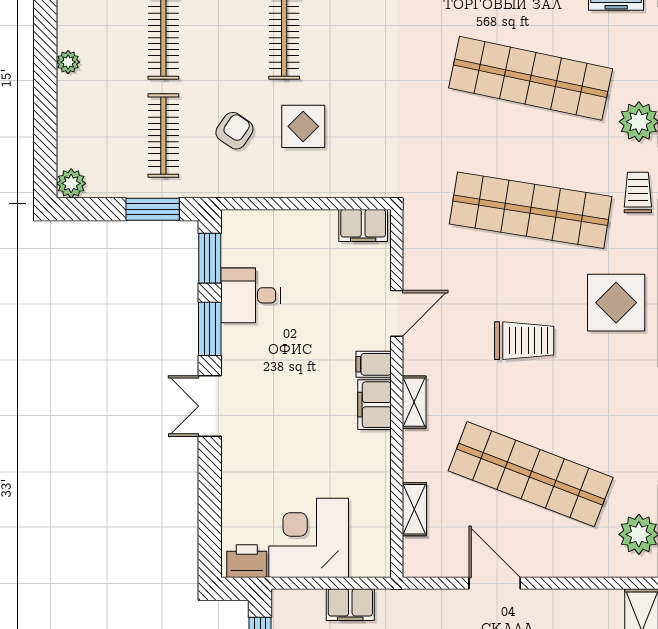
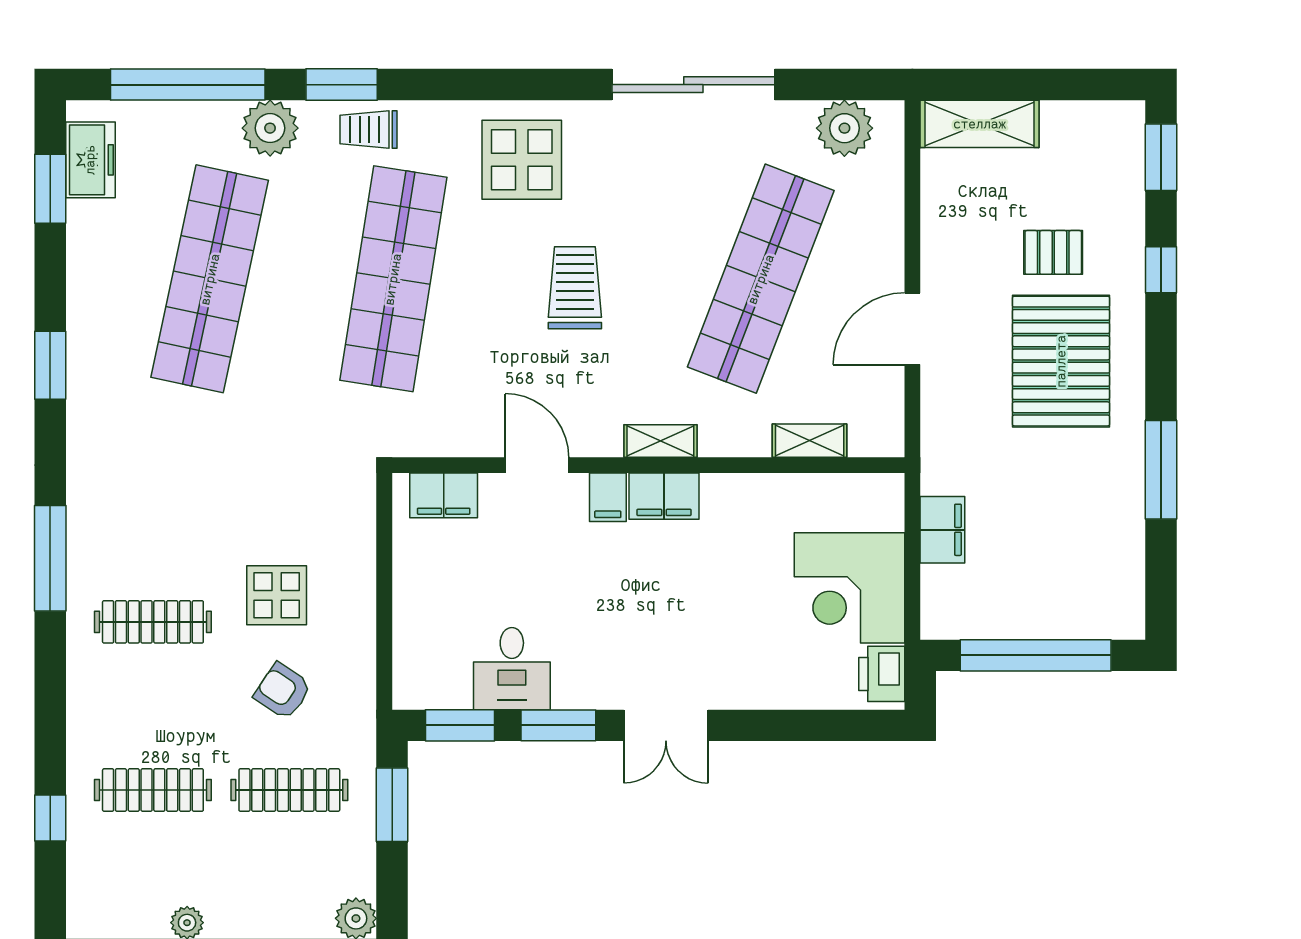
filing cabinet: (363, 225) -> (444, 495), moved, turned 90

